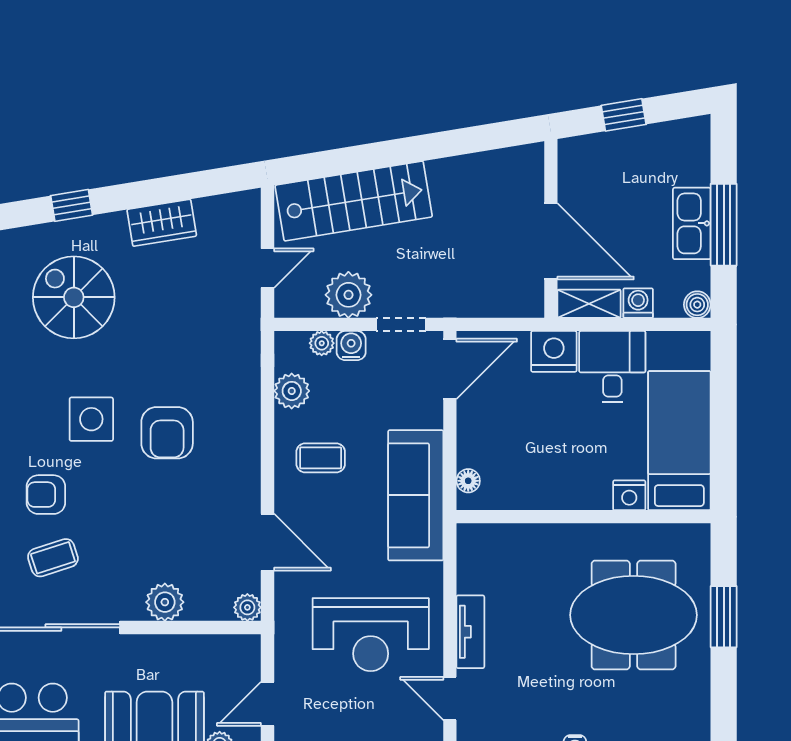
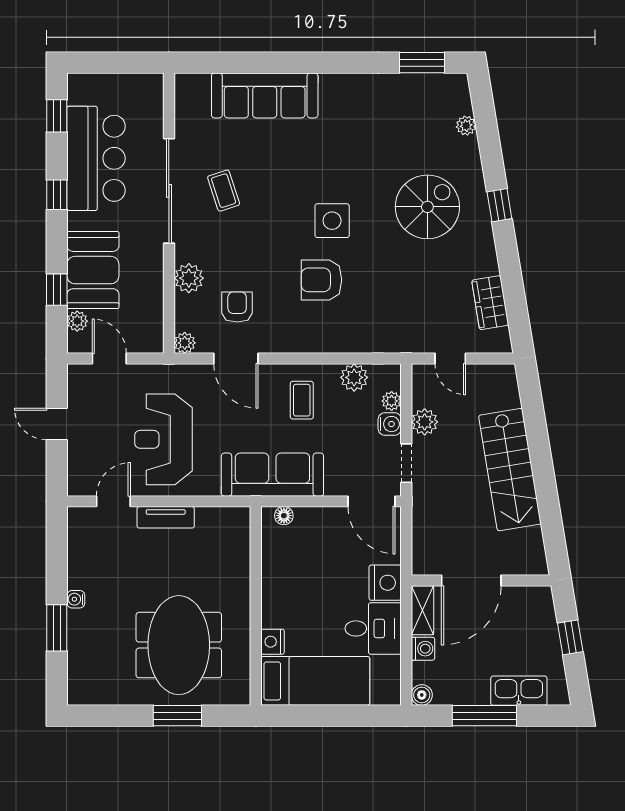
stairs: (354, 201) -> (510, 470), moved
wardrobe: (162, 223) -> (490, 303), moved
kitchen sink: (692, 223) -> (519, 691), moved
plant: (348, 295) -> (425, 422), width x0.73, depth x0.73
armchair: (46, 495) -> (237, 307), moved
door: (267, 542) -> (236, 359), hinge flipped

